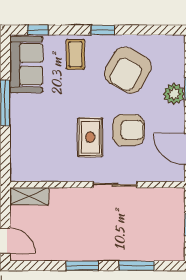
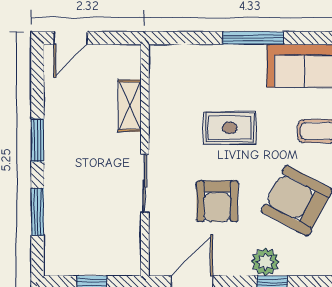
rug: (90, 137) -> (230, 128), moved
shelving: (29, 196) -> (130, 106), moved

